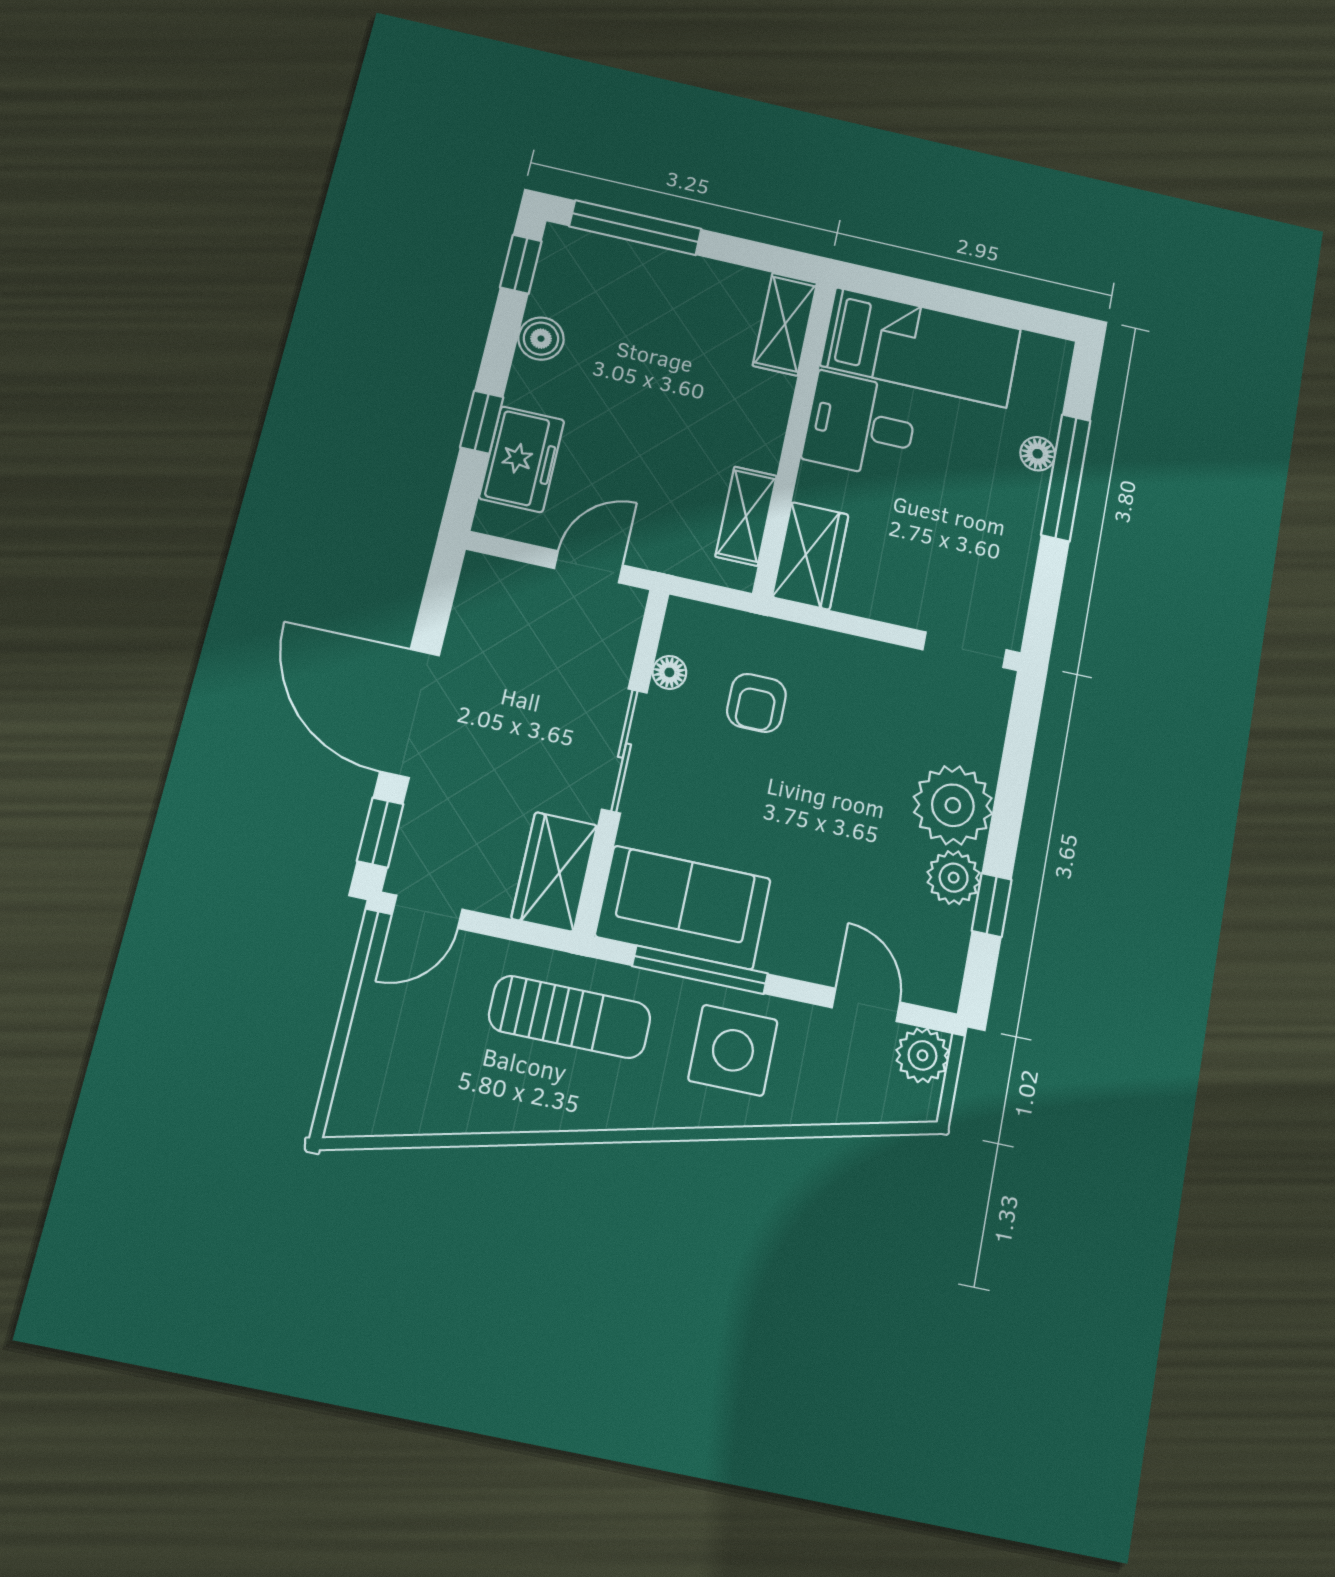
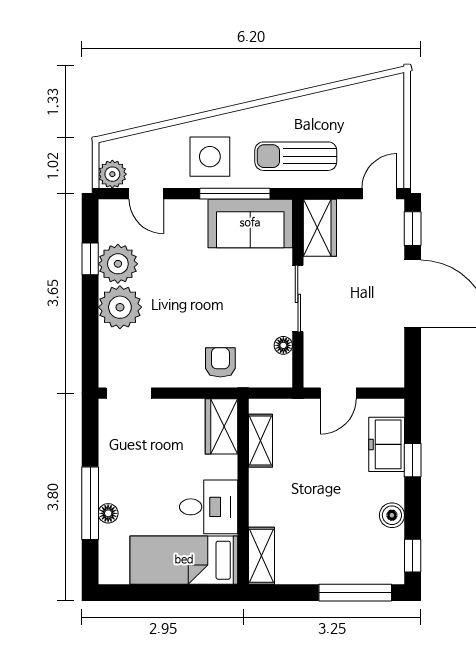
armchair: (756, 703) -> (220, 362), moved
plant: (954, 878) -> (118, 264), width x1.36, depth x1.36

